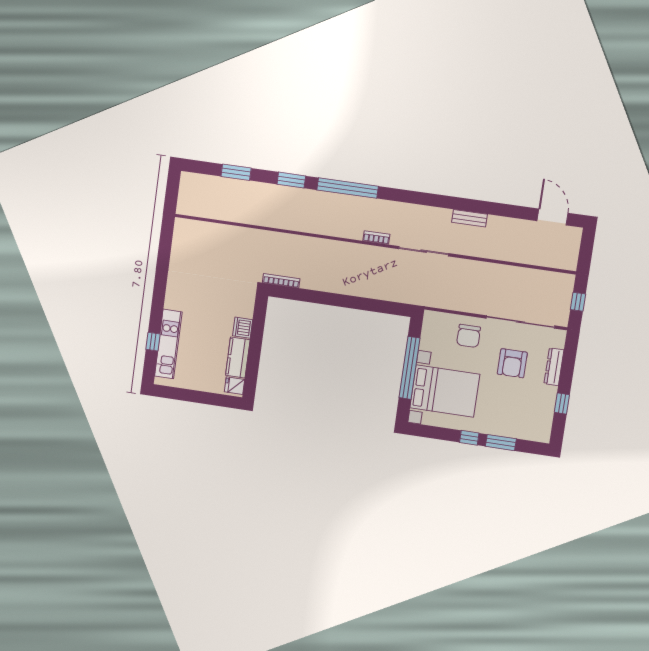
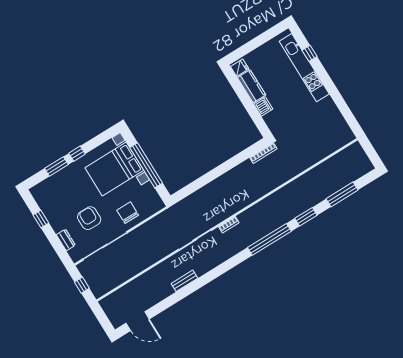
window: (236, 172) -> (342, 194), width x1.44
kitchen unit: (168, 344) -> (304, 68), width x1.36
dresser: (554, 367) -> (66, 240), width x0.70

